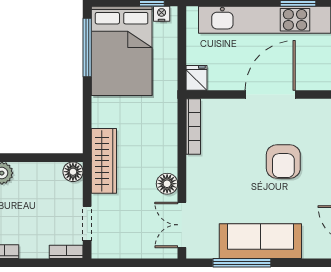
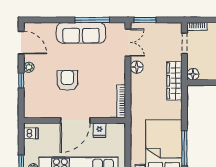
fridge: (196, 78) -> (99, 130), moved
window: (153, 263) -> (145, 20), added

